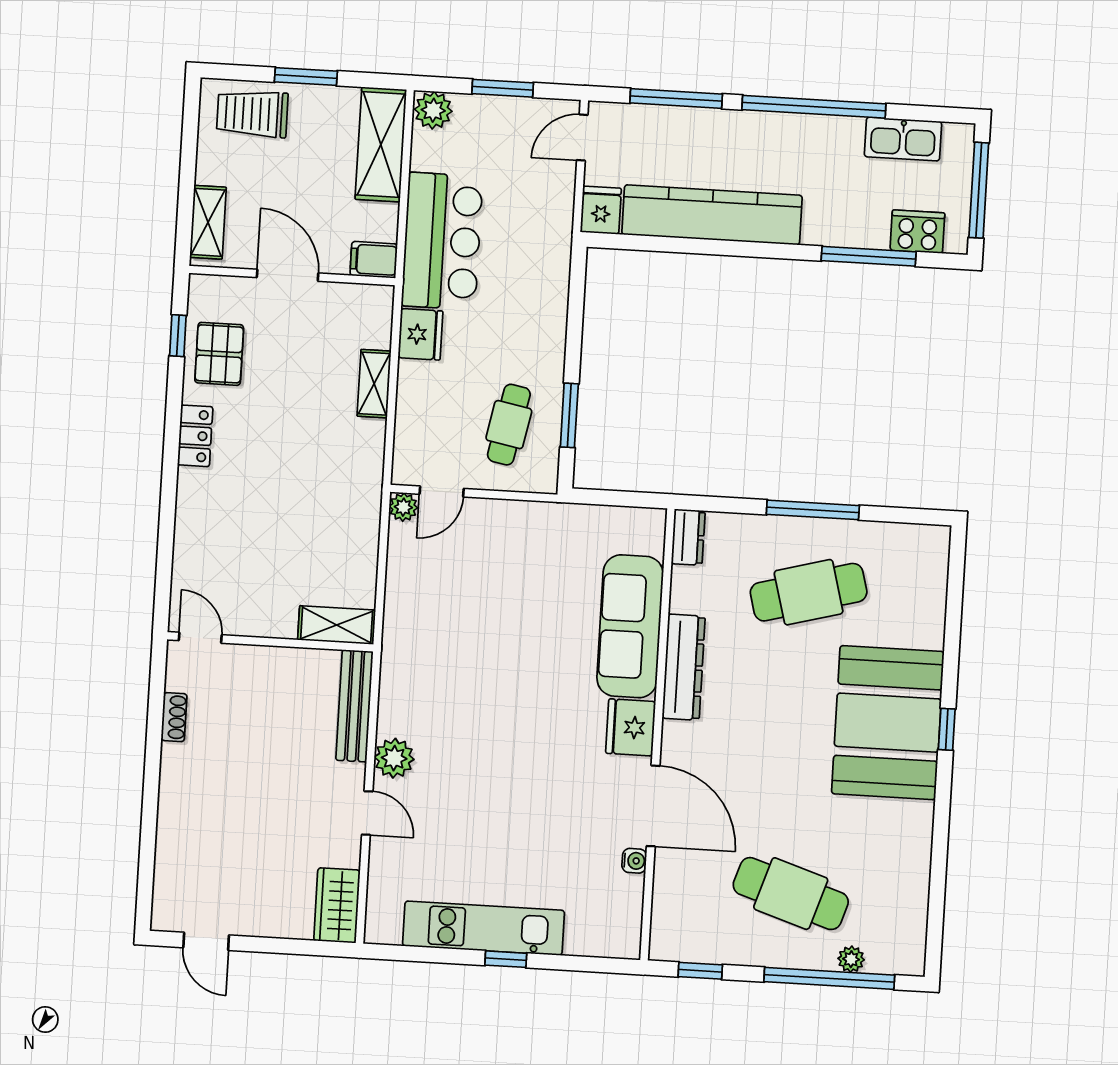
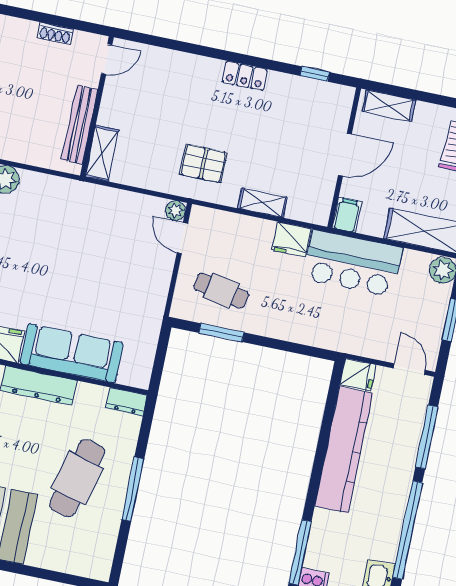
pallet: (219, 354) -> (204, 163), moved
cafe table: (809, 592) -> (77, 478), turned 30
bench: (354, 706) -> (80, 125), moved, turned 90

